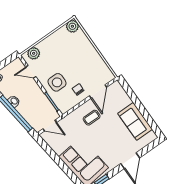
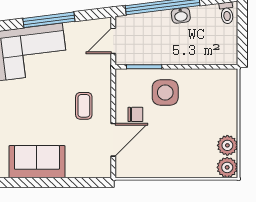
plant: (34, 53) -> (227, 145), moved
door: (31, 72) -> (205, 67), removed
door: (98, 92) -> (113, 140), swing flipped
window: (61, 164) -> (49, 20), added

